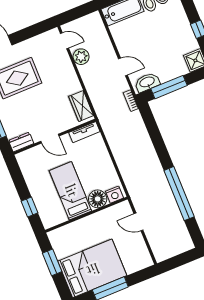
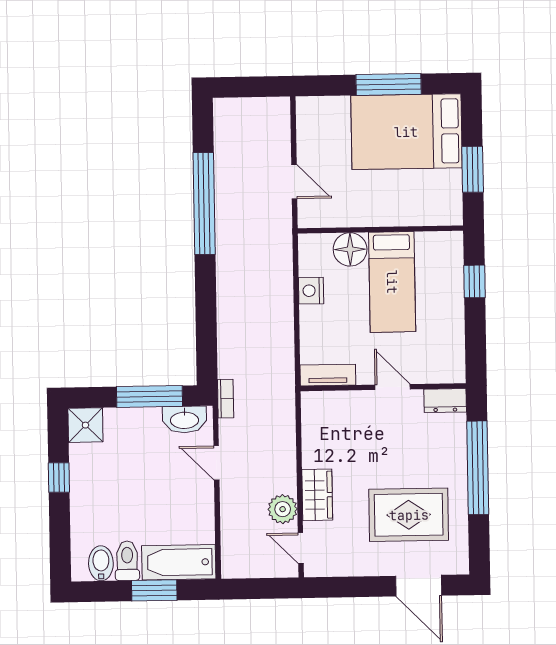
wardrobe: (81, 106) -> (317, 495), moved
nightstand: (114, 195) -> (311, 291), moved, turned -90

